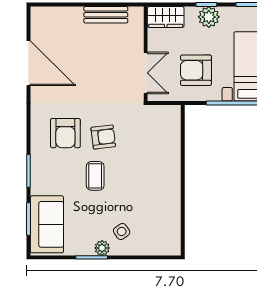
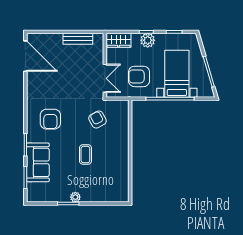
door: (28, 63) -> (25, 56), moved
armchair: (103, 137) -> (97, 120), moved, turned -111
coffee table: (95, 176) -> (85, 154), moved
sofa: (47, 224) -> (38, 162), moved
side table: (122, 231) -> (89, 186), removed

